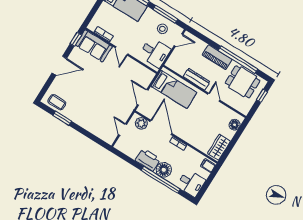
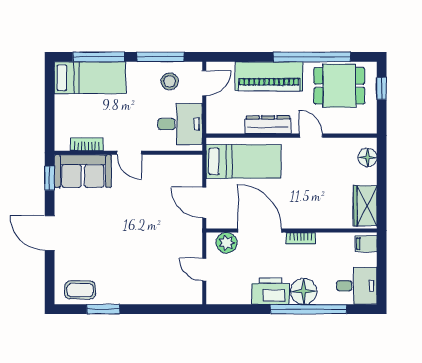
piano: (217, 57) -> (269, 76), width x1.37, depth x1.33
door: (59, 66) -> (50, 233), swing flipped

